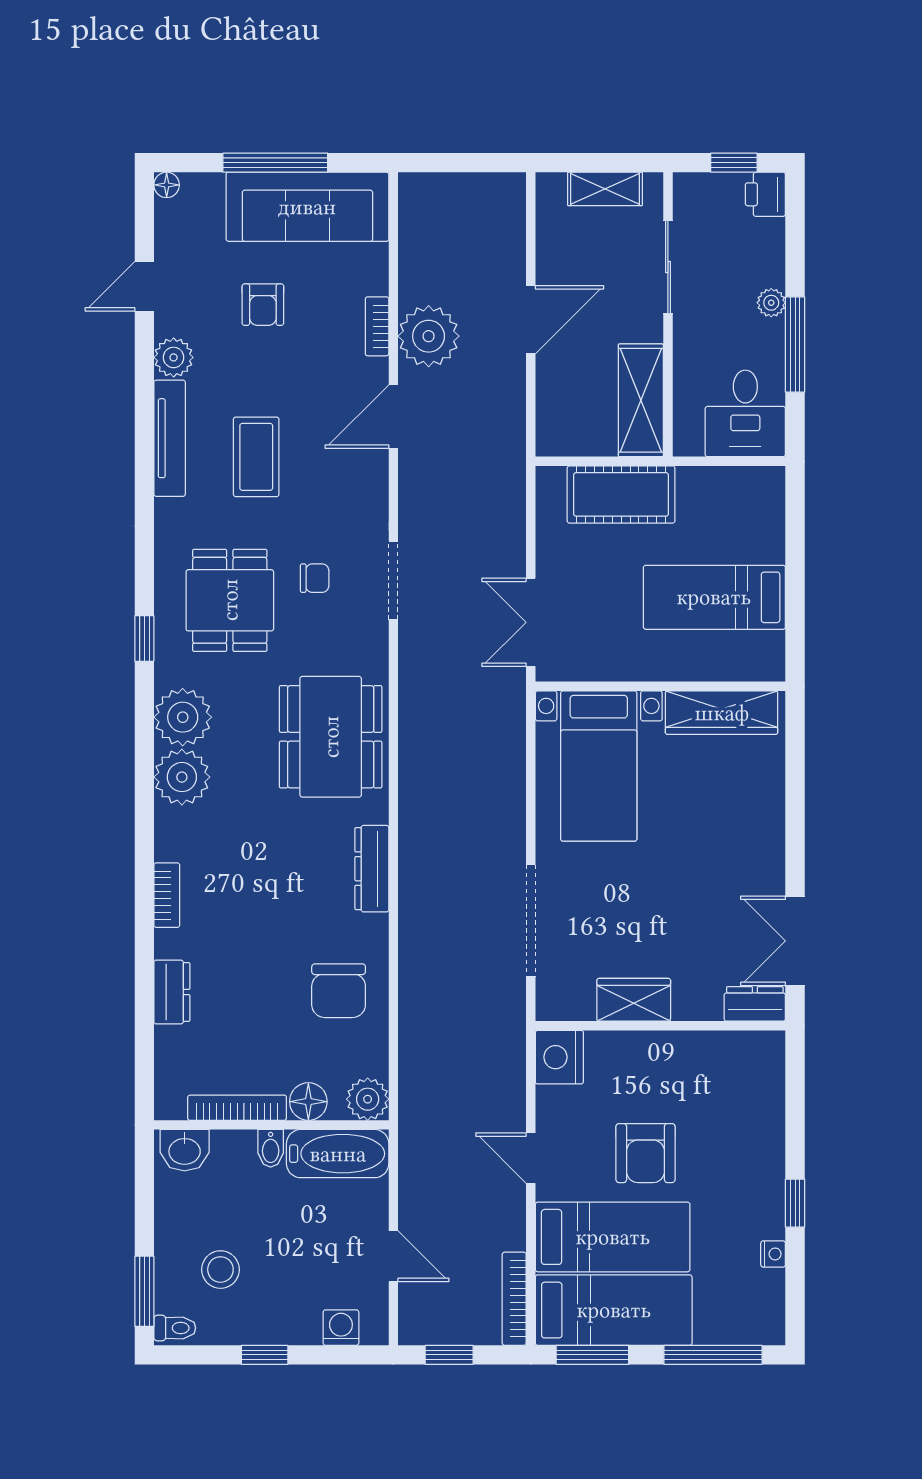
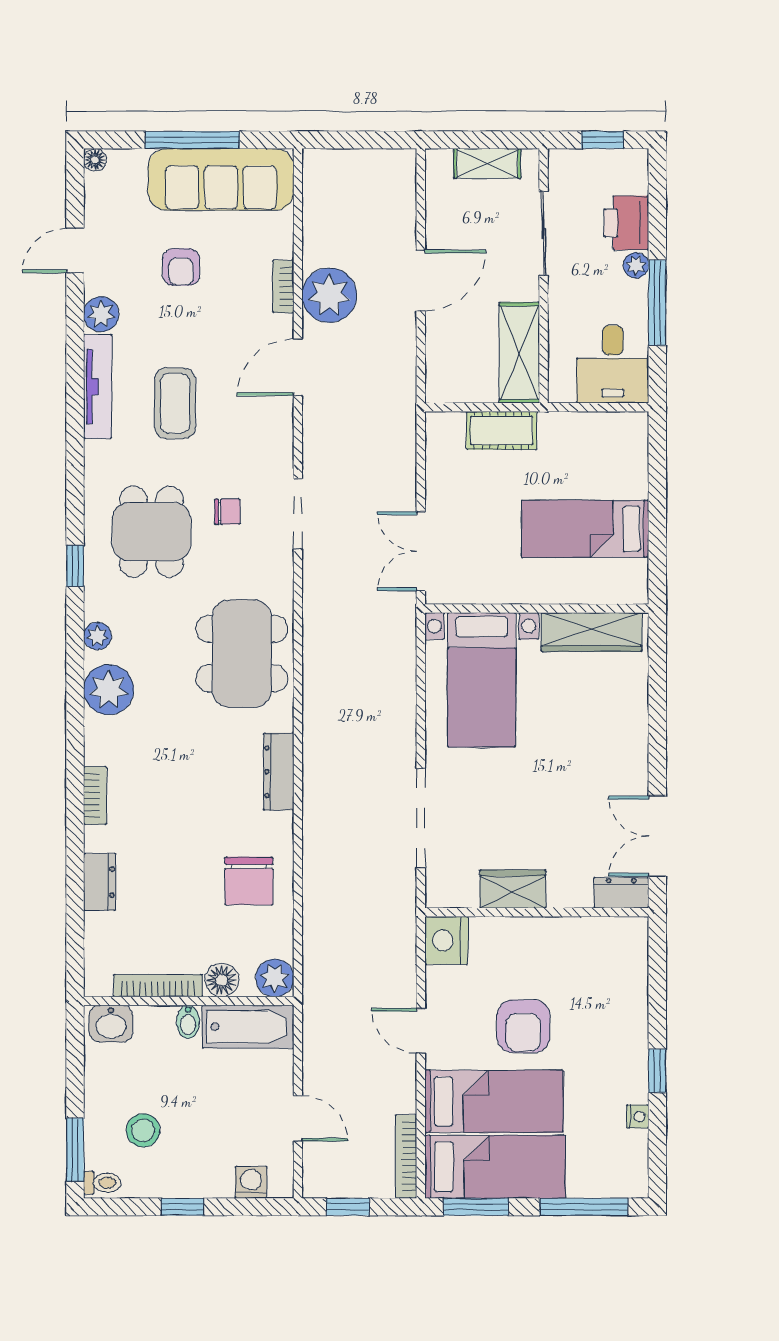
printer: (765, 194) -> (626, 223), moved, width x1.36, depth x1.24
cot: (621, 494) -> (502, 430), width x0.73, depth x0.75
plant: (183, 717) -> (97, 636), width x0.53, depth x0.53

